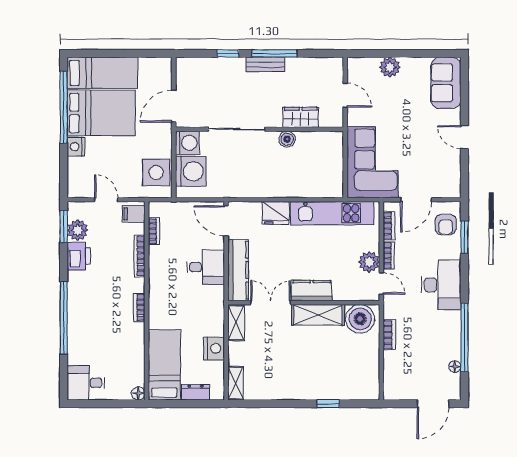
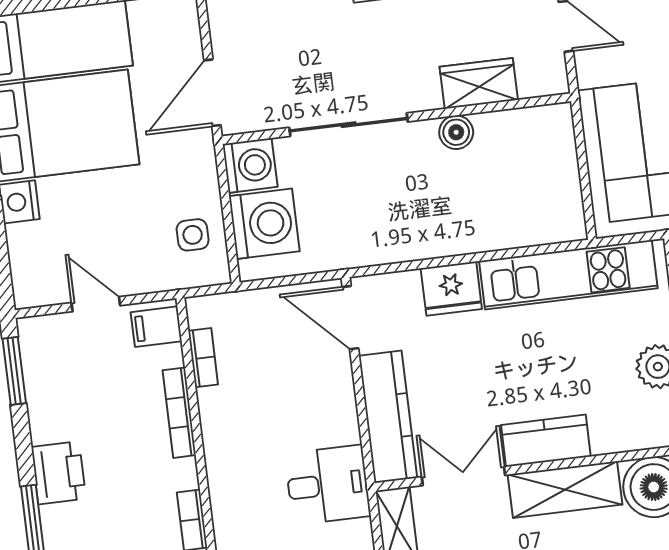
side table: (156, 172) -> (193, 235), width x0.54, depth x0.54
plant: (78, 230) -> (44, 375), removed
printer: (79, 256) -> (59, 473), moved
desk: (206, 267) -> (328, 485), moved

